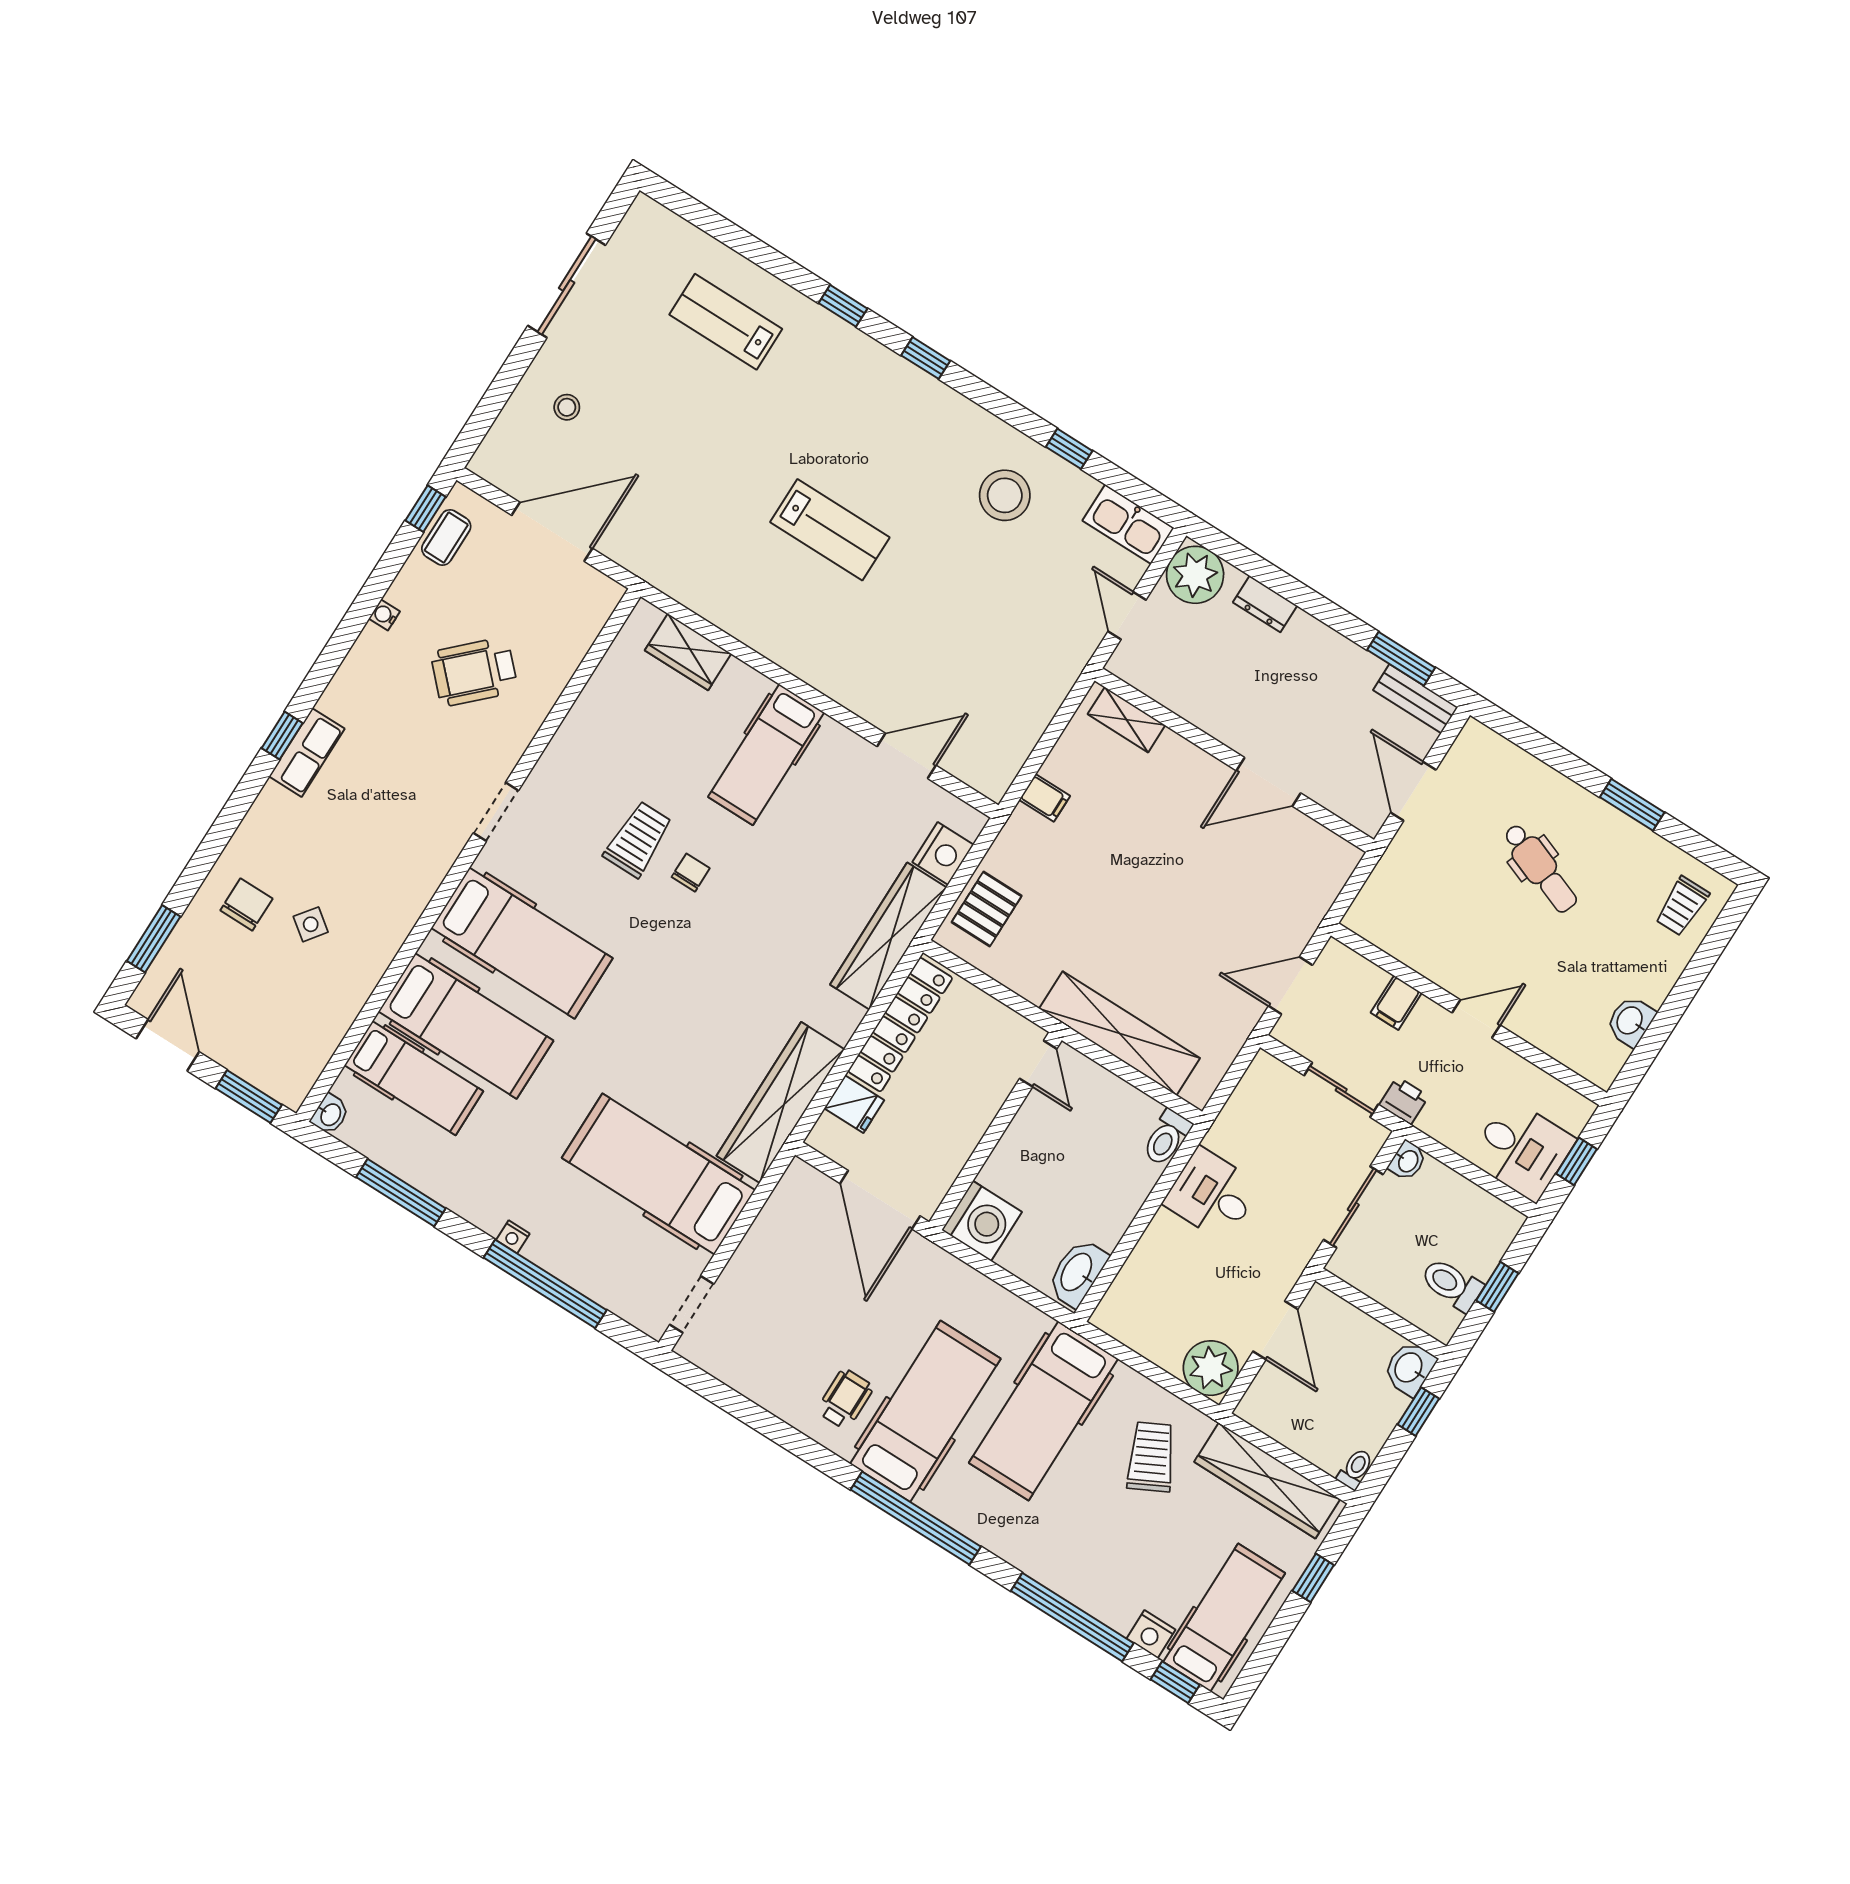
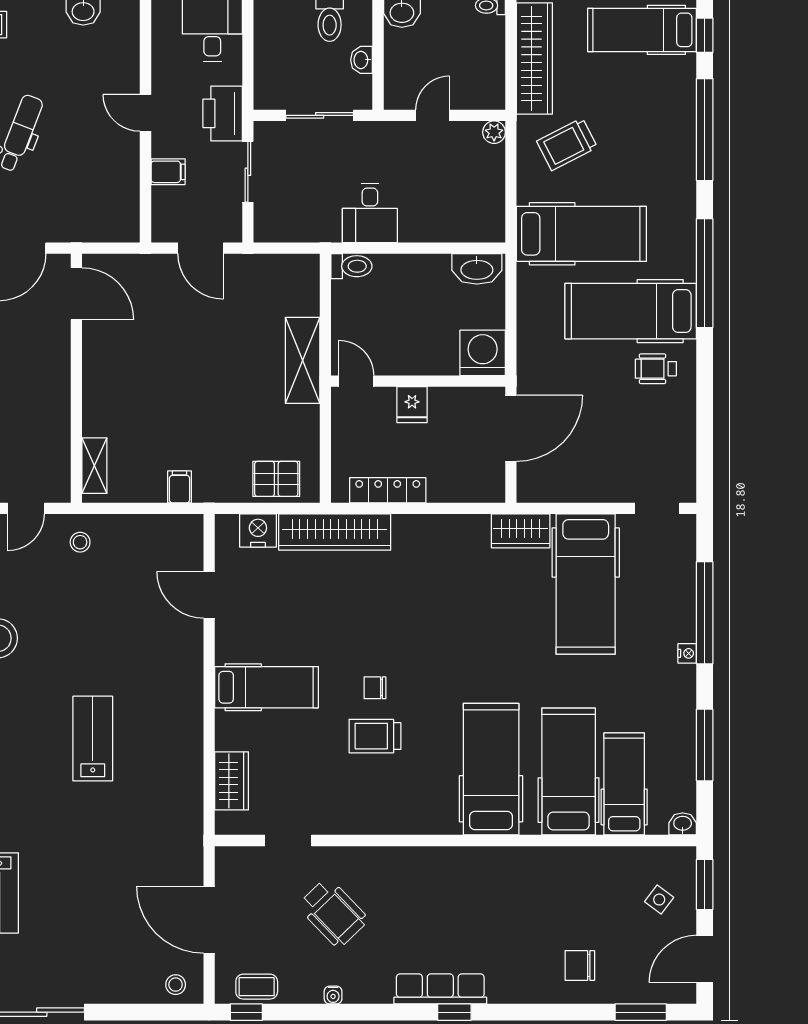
stool: (567, 407) -> (176, 985), moved
stool: (1053, 651) -> (80, 542), added
row of seats: (307, 753) -> (440, 989), width x1.48
door: (1268, 782) -> (76, 294), moved
doorway: (496, 812) -> (288, 841), moved
side table: (311, 924) -> (659, 900), moved
locker: (900, 1025) -> (388, 490), width x0.71, depth x0.83
shelving: (1120, 1033) -> (303, 360), width x0.68
door: (1038, 1064) -> (356, 381), hinge flipped
printer: (1404, 1101) -> (223, 113), width x1.87, depth x1.48
wardrobe: (780, 1103) -> (521, 531), width x0.48, depth x0.85
fridge: (854, 1104) -> (412, 405), moved, turned 180
washbasin: (1408, 1161) -> (362, 60), moved, turned -90
door: (1275, 1330) -> (433, 115), width x0.73
plant: (1211, 1368) -> (494, 132), width x0.53, depth x0.53
nightstand: (1151, 1634) -> (683, 71), removed

